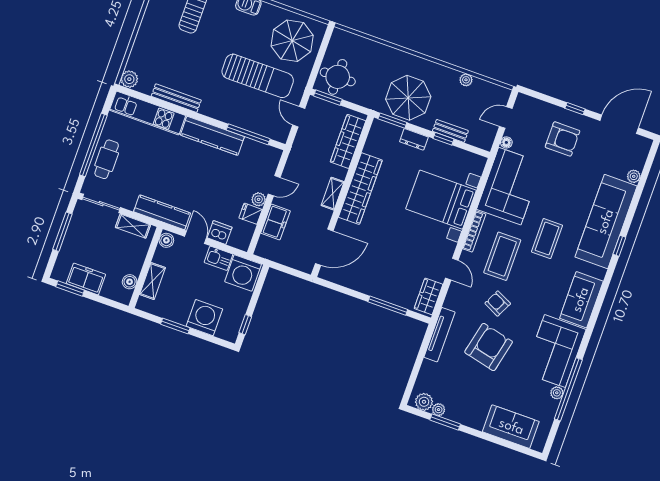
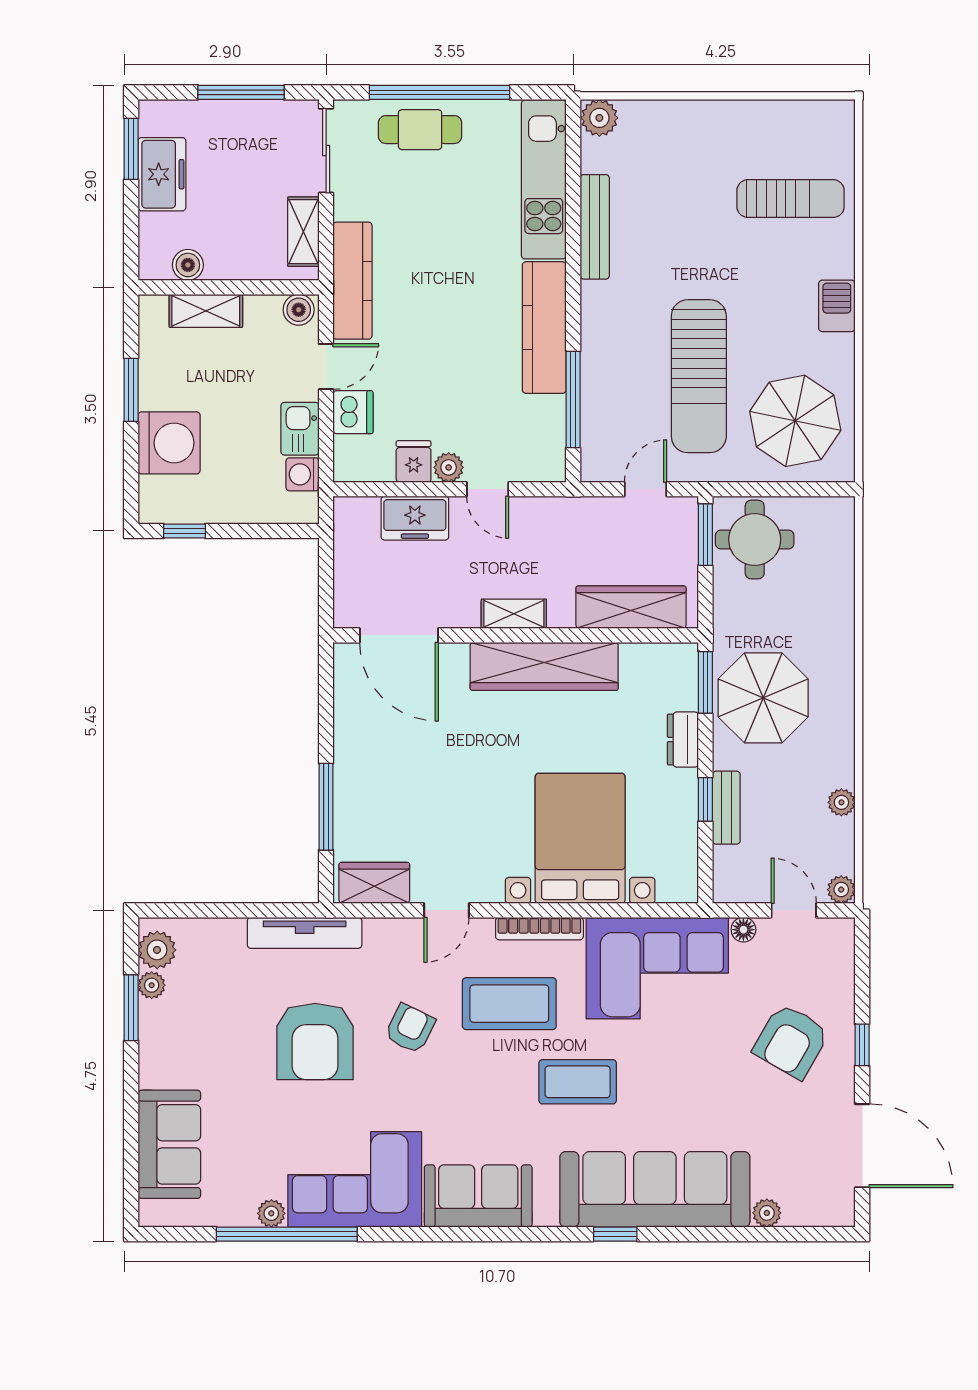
plant: (504, 94) -> (841, 890), added
armchair: (562, 139) -> (791, 1041), turned 30
washing machine: (243, 273) -> (303, 474), width x0.53, depth x0.53
armchair: (489, 347) -> (315, 1041), turned 77

